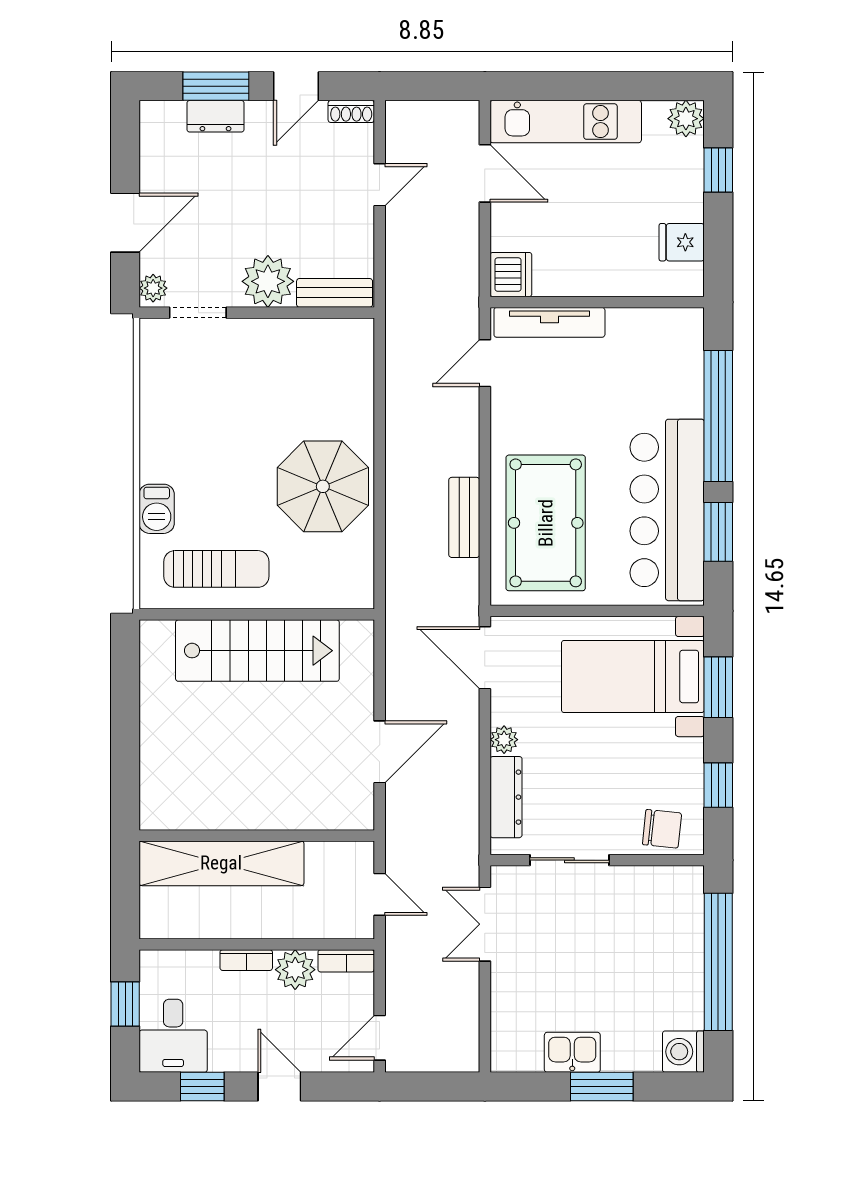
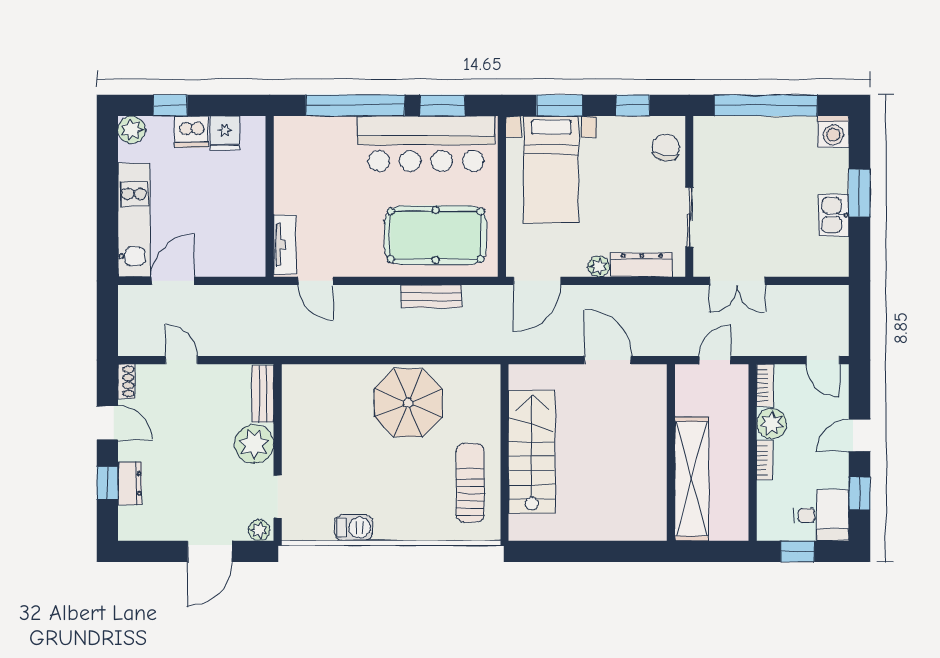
window: (216, 86) -> (107, 483), width x0.67
door: (125, 223) -> (210, 551), swing flipped
dishwasher: (511, 275) -> (192, 132), moved, turned 180
tv unit: (549, 322) -> (285, 244), width x0.71
barbecue: (157, 509) -> (354, 528), moved

